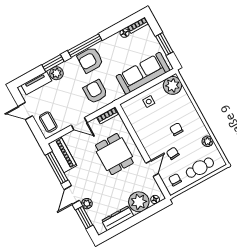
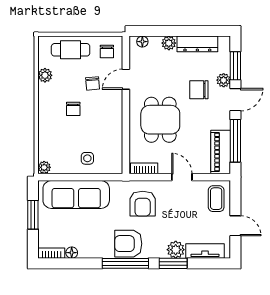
armchair: (90, 60) -> (128, 244), turned 180
plant: (172, 85) -> (44, 167), width x0.53, depth x0.53
chair: (100, 188) -> (199, 90), added
plant: (139, 202) -> (169, 43), width x0.53, depth x0.53

